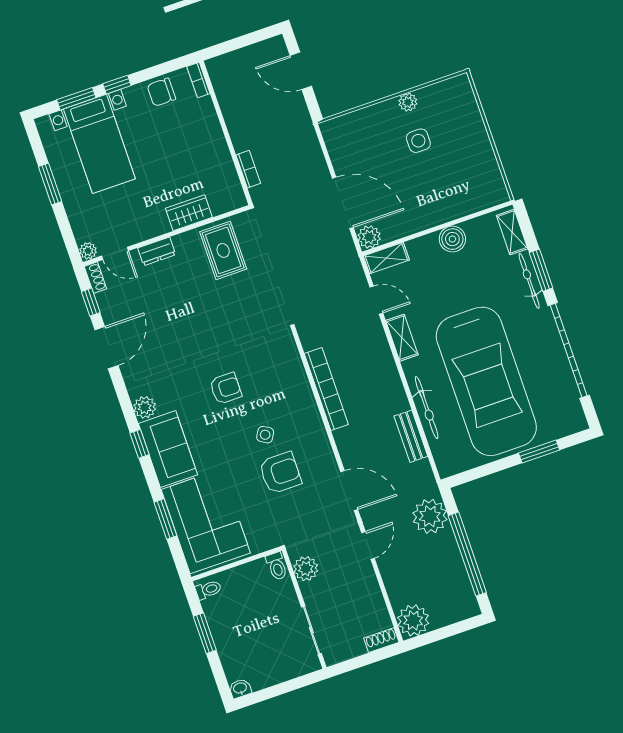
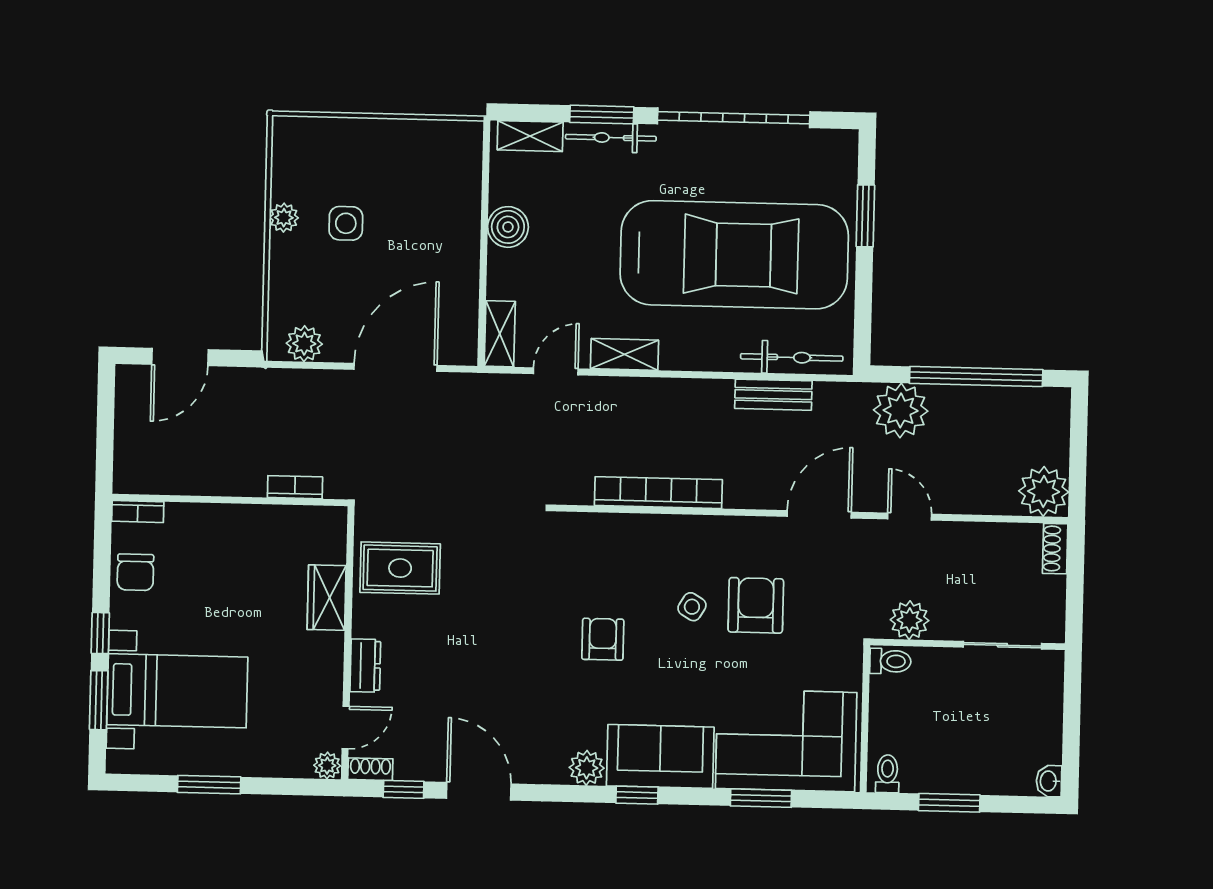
plant: (369, 237) -> (304, 344), moved
bicycle: (427, 408) -> (792, 357), moved

